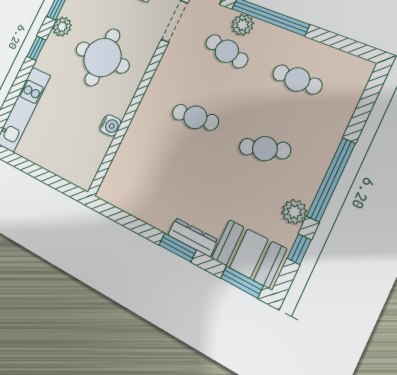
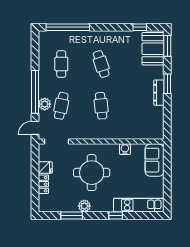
window: (36, 48) -> (116, 215), moved
sofa: (72, 165) -> (154, 160), added
window: (331, 180) -> (68, 27), moved
plant: (294, 212) -> (124, 37), removed
dresser: (193, 237) -> (159, 93), moved

